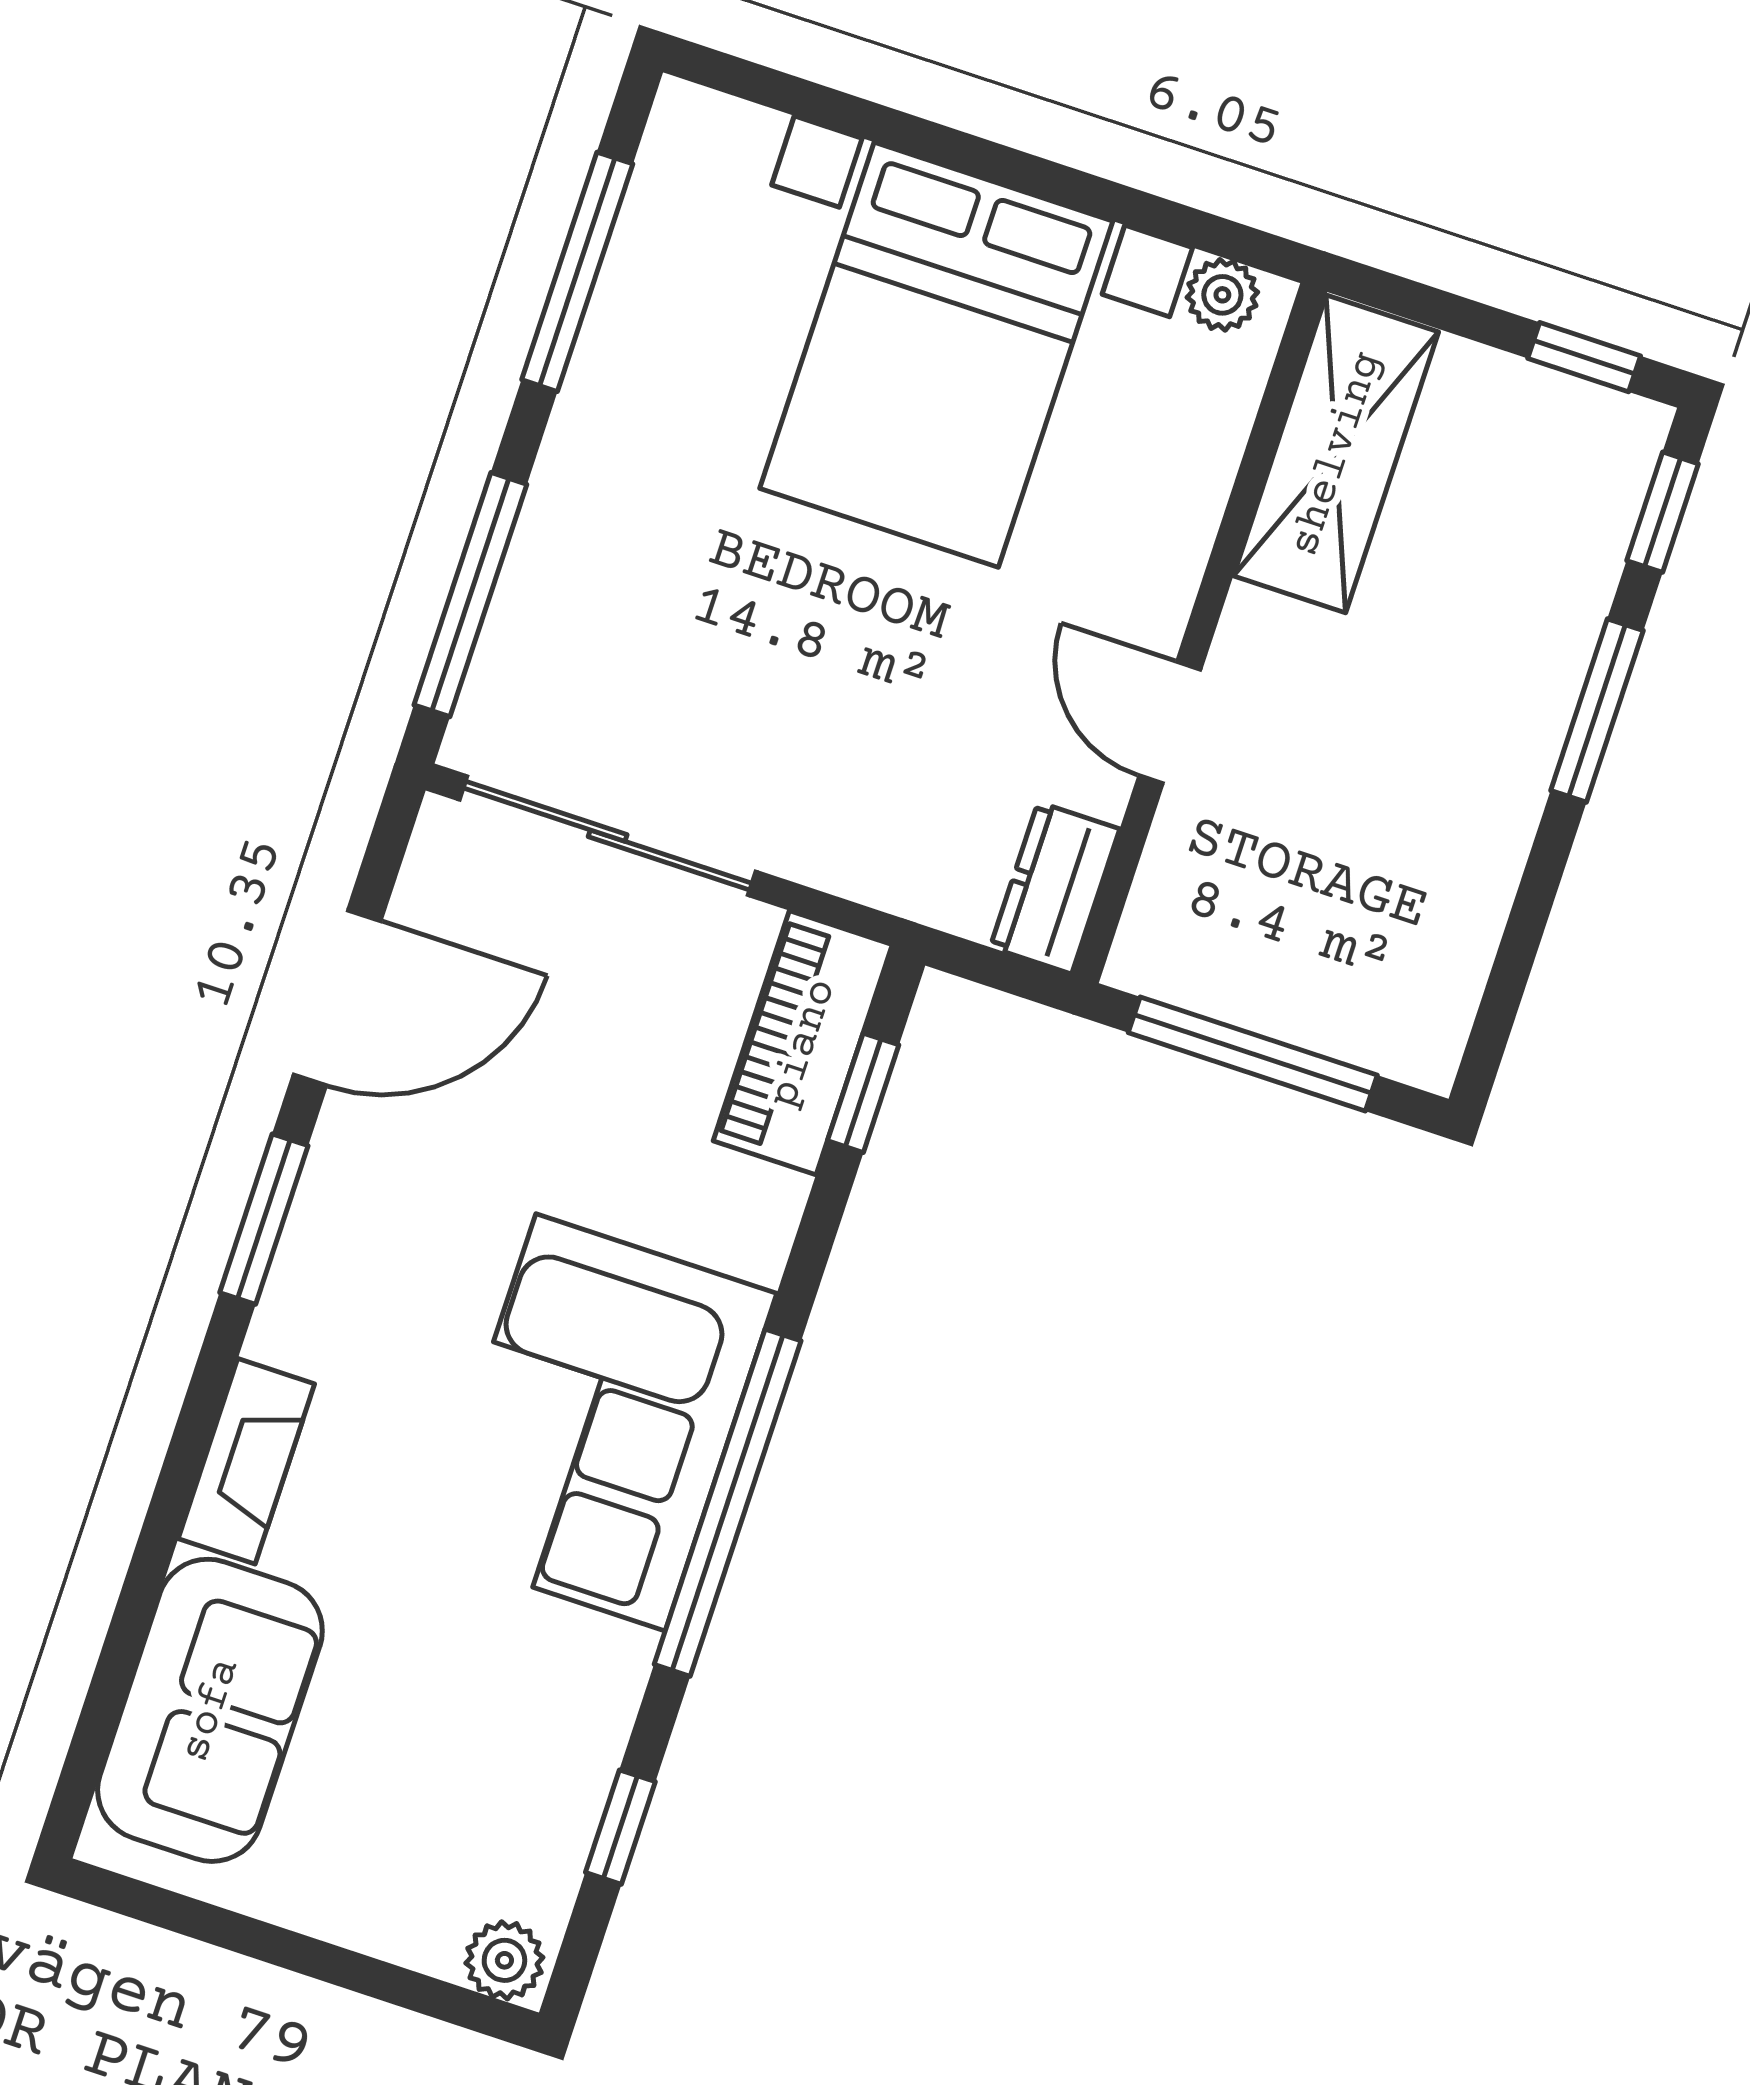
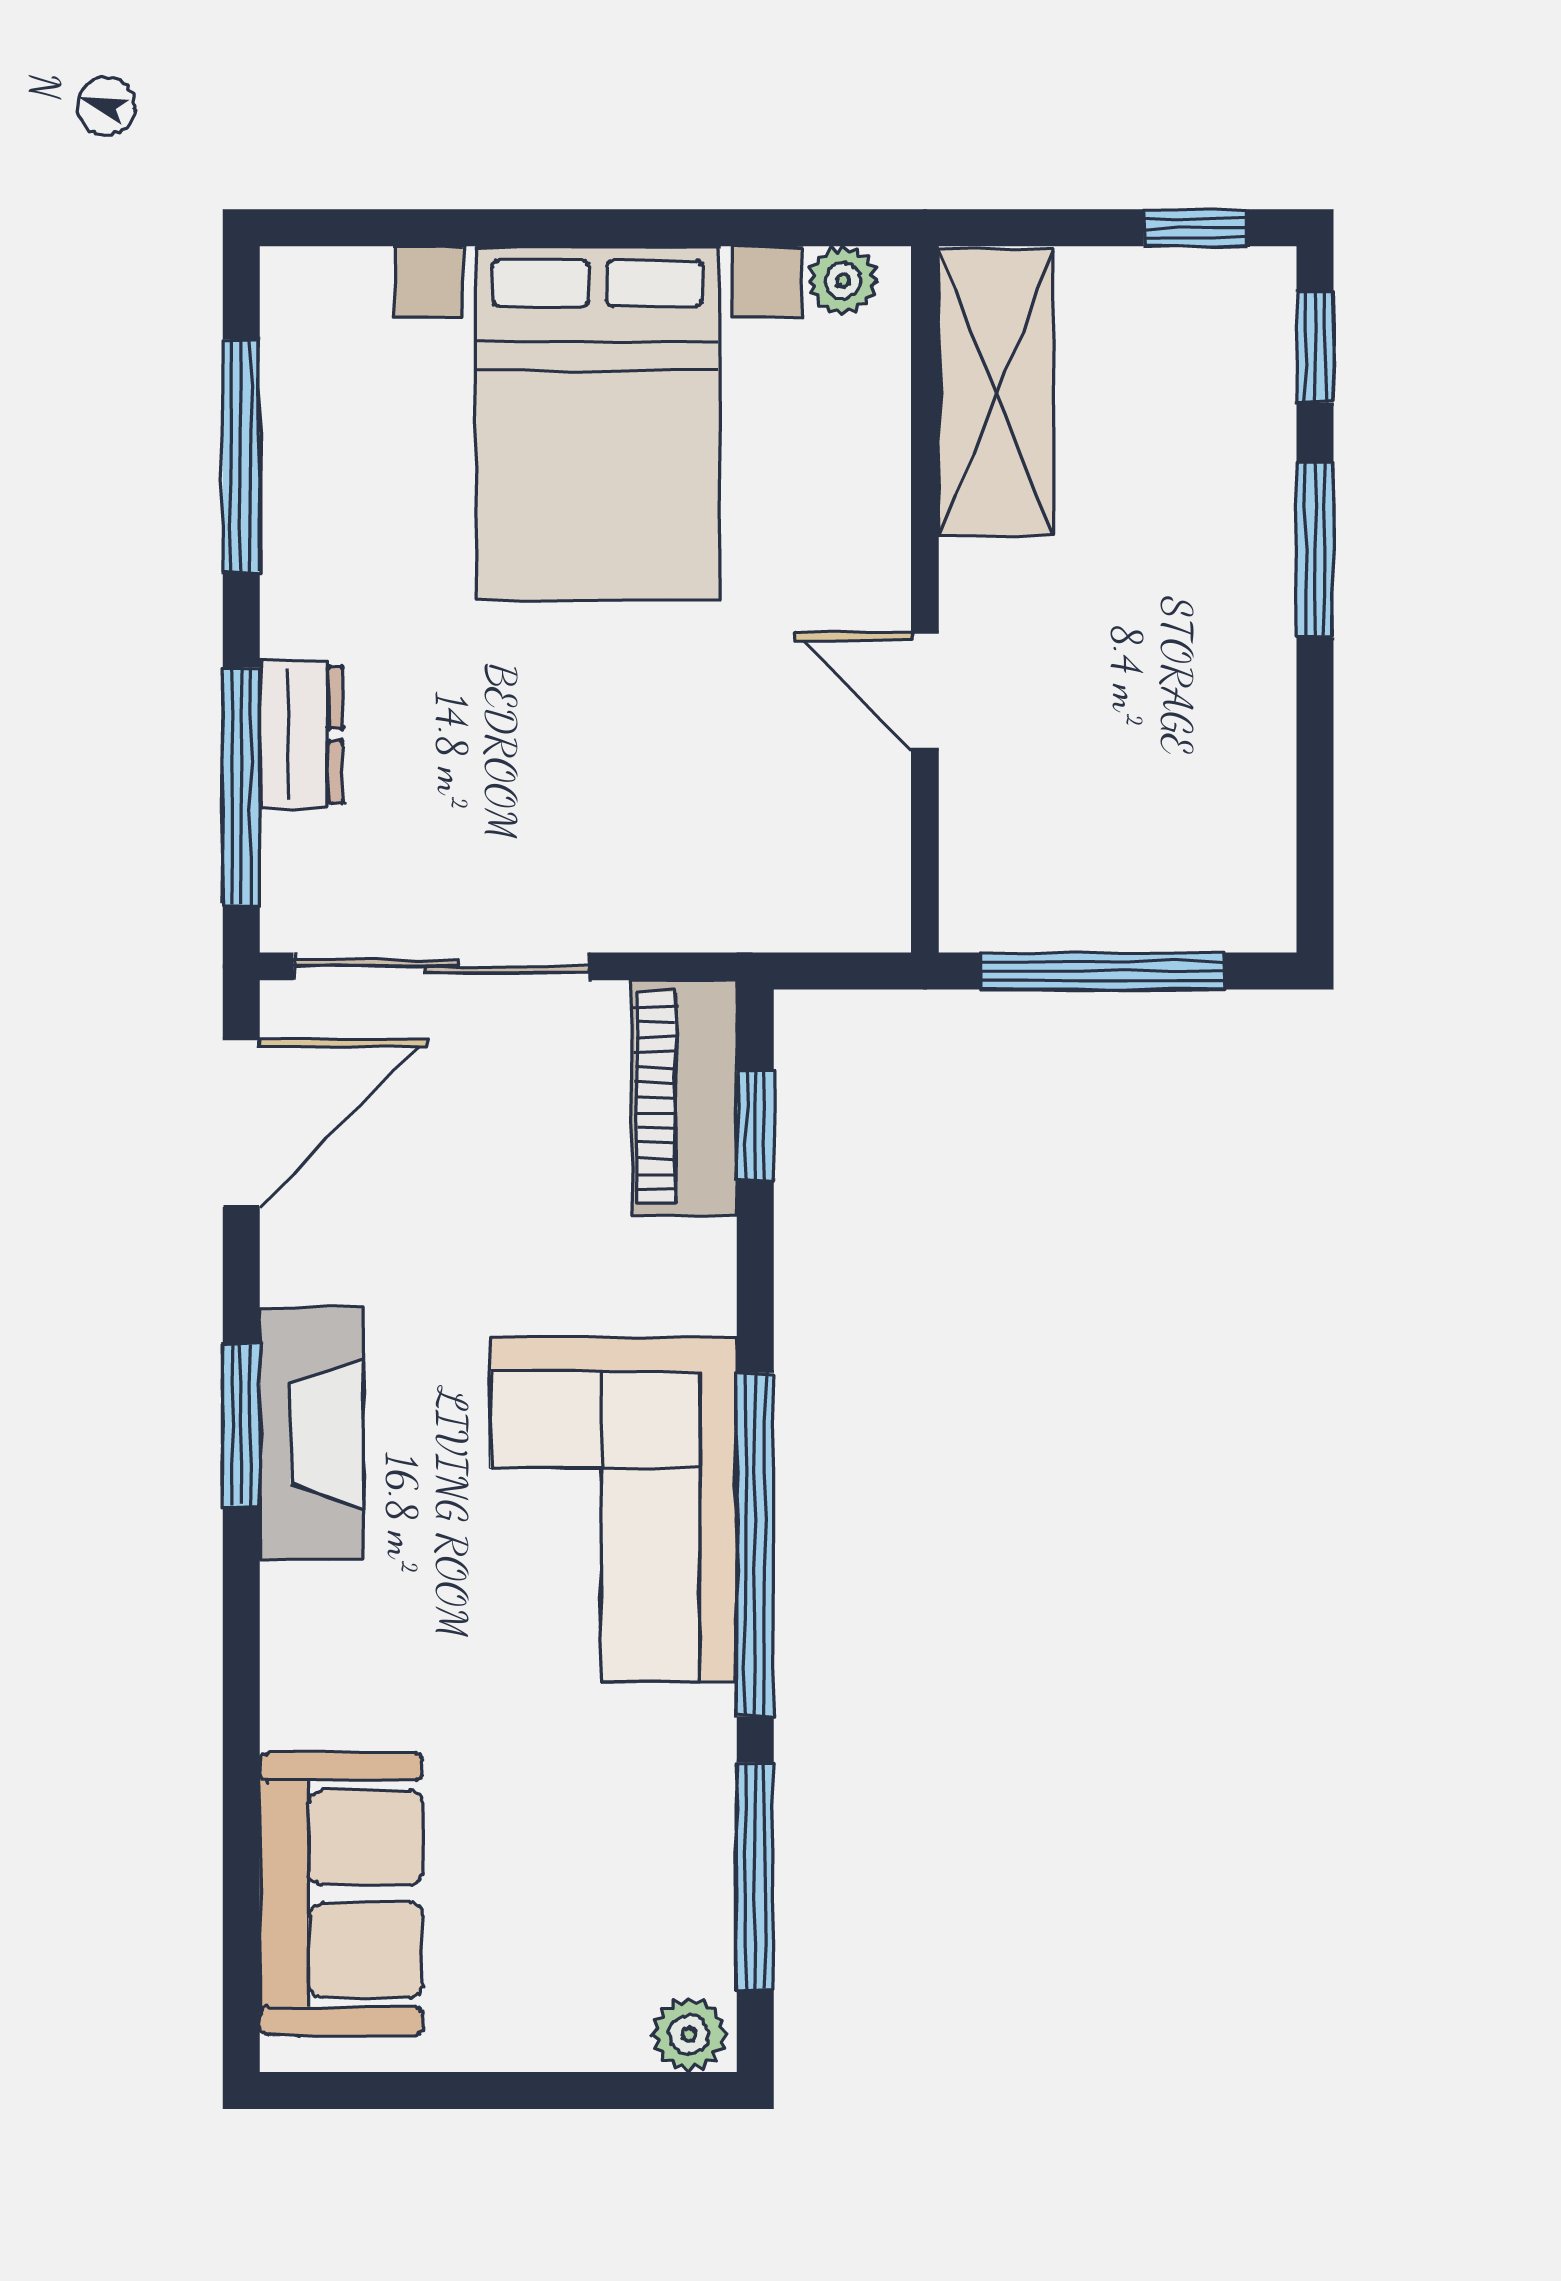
dresser: (1055, 888) -> (301, 735), moved, turned 180
door: (337, 998) -> (241, 1123), moved
fireplace: (246, 1461) -> (311, 1434), moved, width x1.37, depth x1.32
window: (620, 1827) -> (755, 1876), width x2.17

